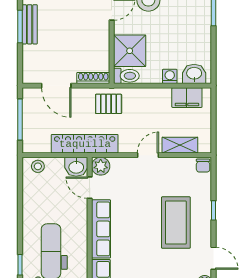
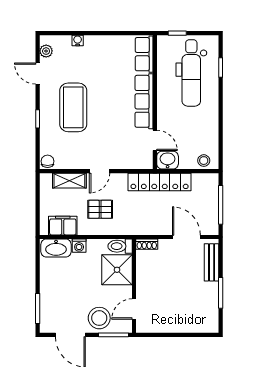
bench: (30, 24) -> (212, 262), moved
washbasin: (194, 74) -> (56, 248), width x1.38
shoe rack: (93, 78) -> (147, 244), width x0.70
pallet: (109, 104) -> (100, 209), moved
plant: (101, 166) -> (144, 161), removed

